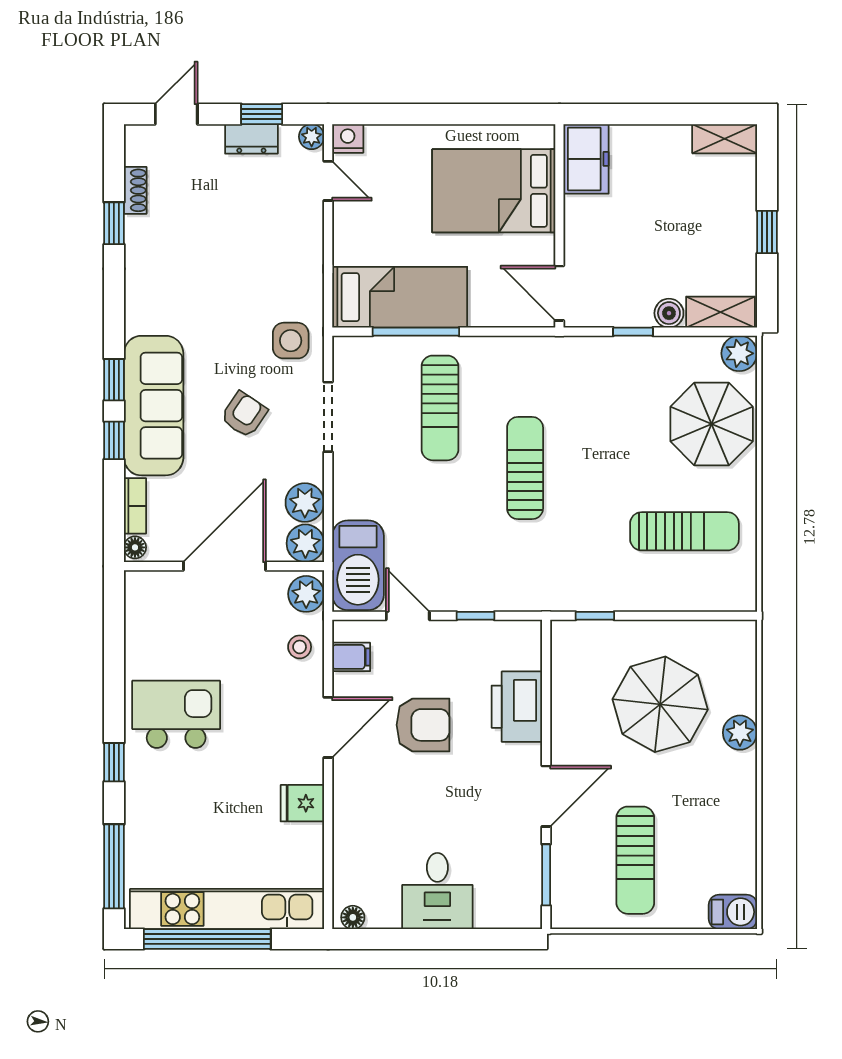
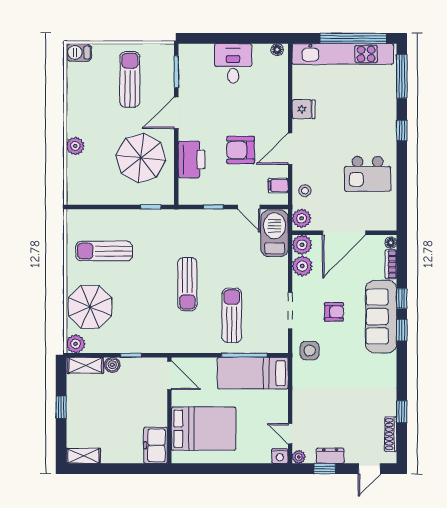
shoe rack: (135, 190) -> (391, 434), width x1.43
armchair: (244, 415) -> (334, 312), turned -124
parasol: (660, 704) -> (141, 158), moved
kitchen island: (176, 714) -> (368, 174), moved

